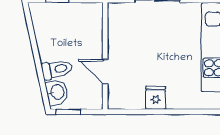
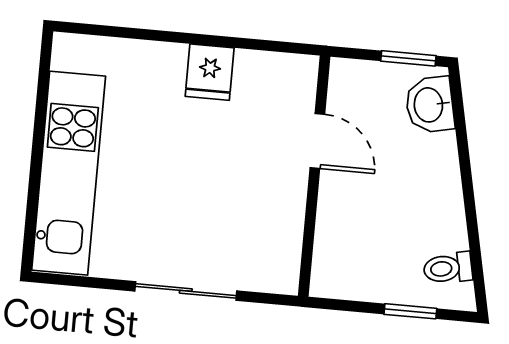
toilet: (57, 69) -> (448, 268), moved, width x0.73, depth x0.72

